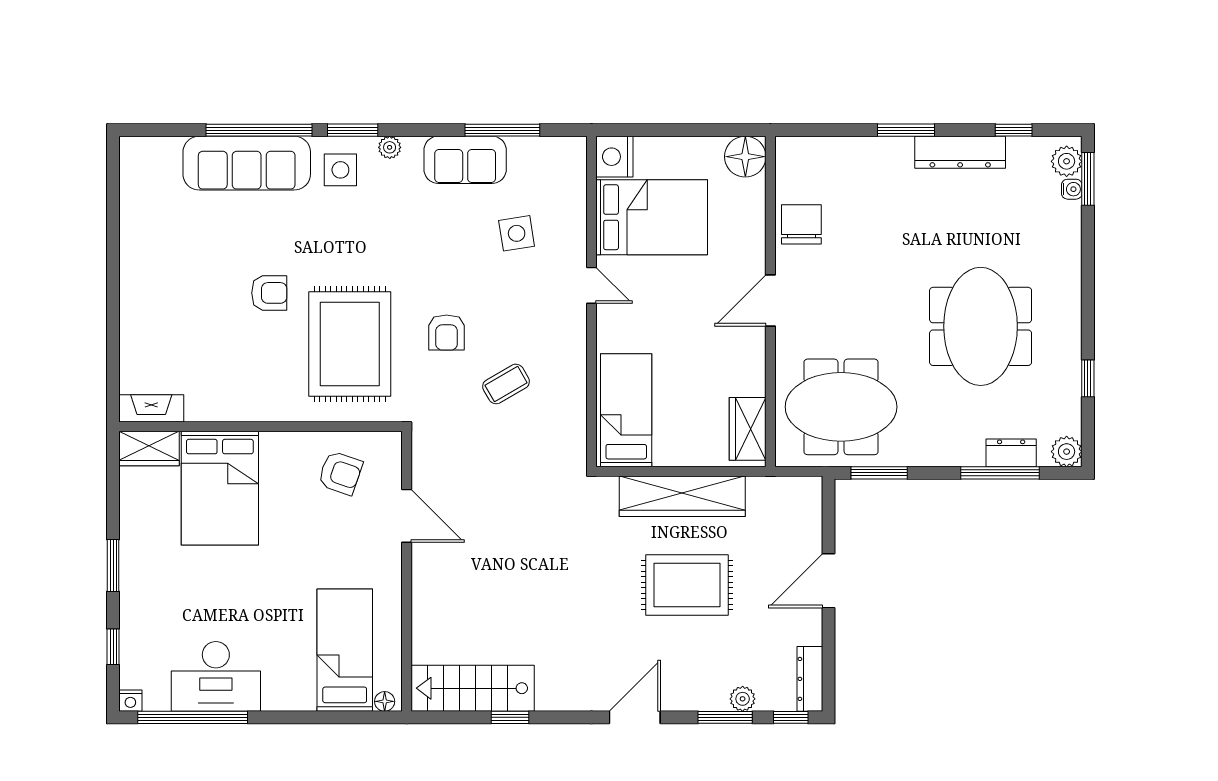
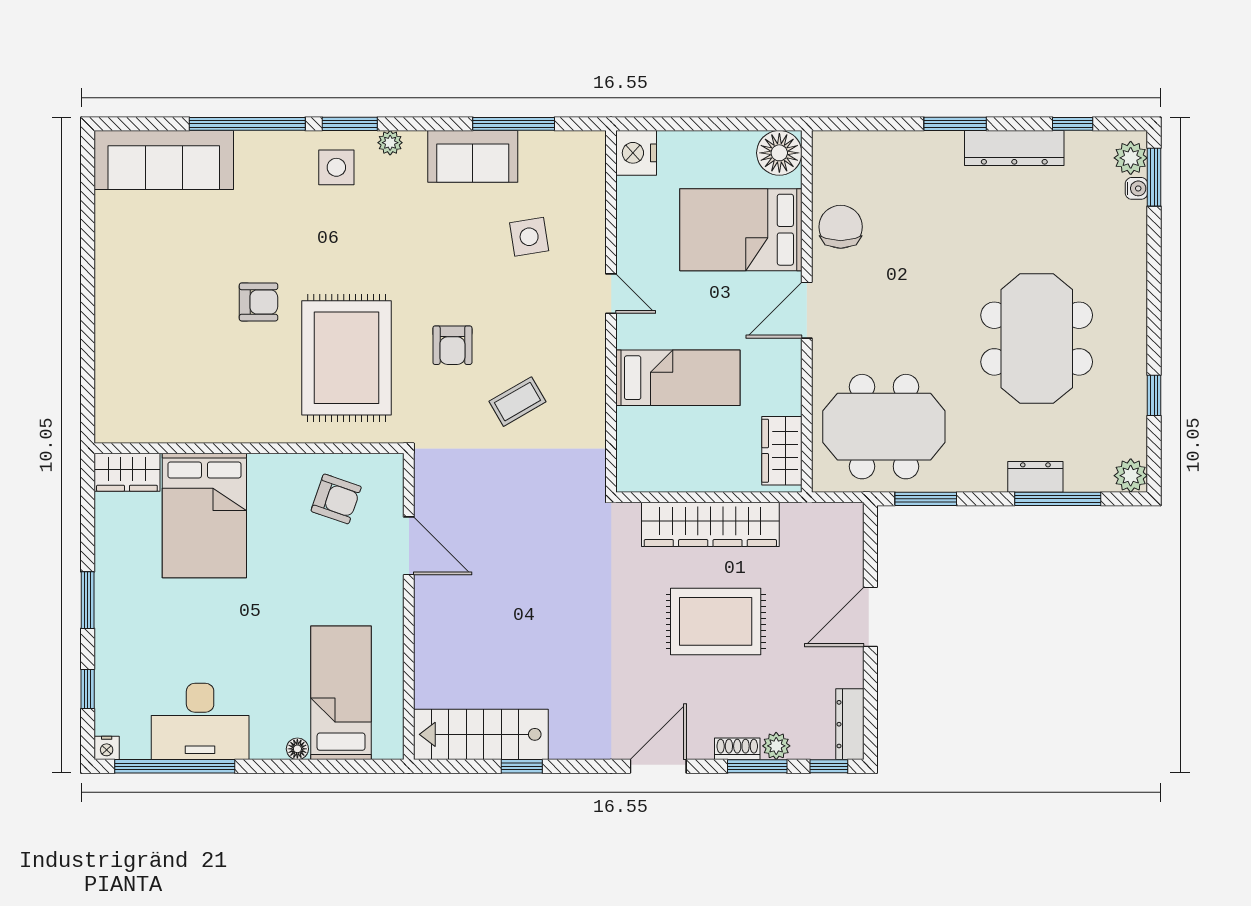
sofa: (247, 163) -> (164, 160), moved
bed: (652, 217) -> (741, 230), moved, turned 180
fireplace: (151, 408) -> (129, 428), removed
bed: (626, 410) -> (678, 378), moved, turned 90
dresser: (1011, 453) -> (1035, 477), moved
floor lamp: (385, 701) -> (297, 749), moved
shoe rack: (707, 701) -> (737, 749), added

